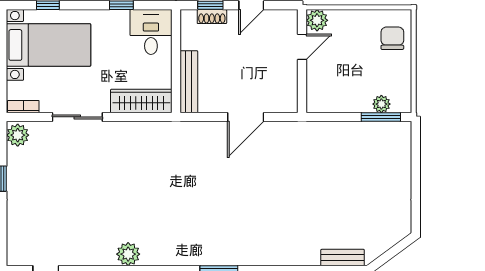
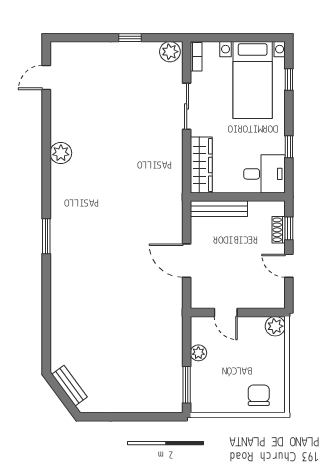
chair: (392, 38) -> (259, 395), turned -90
door: (302, 47) -> (226, 312), moved
plant: (381, 104) -> (198, 353), moved
bench: (343, 258) -> (69, 386), moved, turned -36

